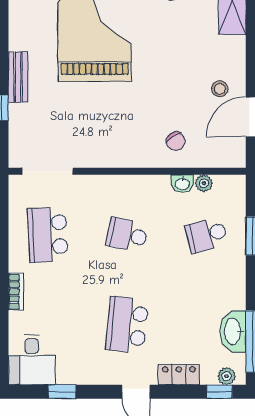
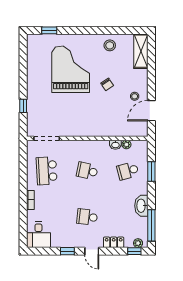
bench: (18, 77) -> (31, 90), removed
chair: (176, 141) -> (107, 84), moved
school desk: (127, 325) -> (87, 217), width x0.54
washbasin: (233, 331) -> (141, 206), moved
window: (62, 392) -> (67, 251), moved

